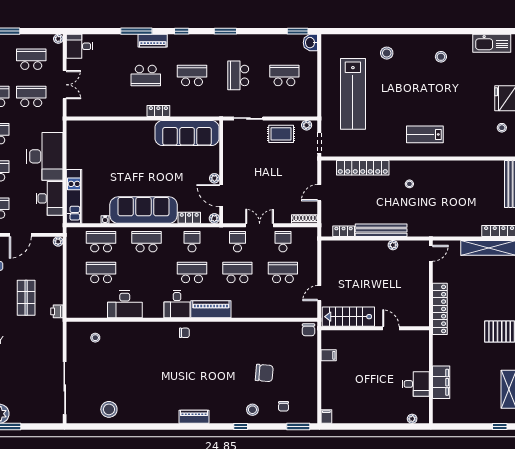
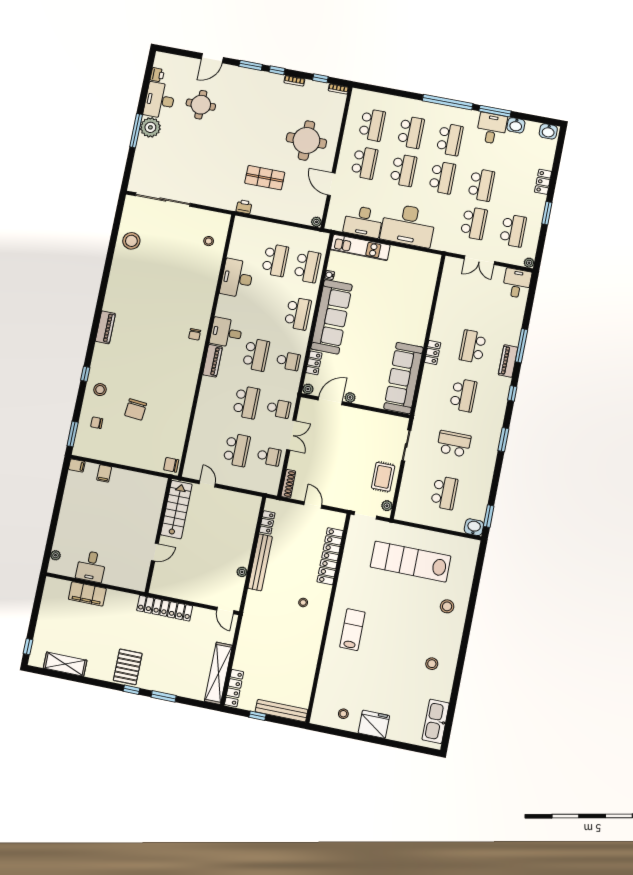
piano: (211, 309) -> (212, 361), width x0.73, depth x0.75
filing cabinet: (329, 355) -> (104, 473), moved

